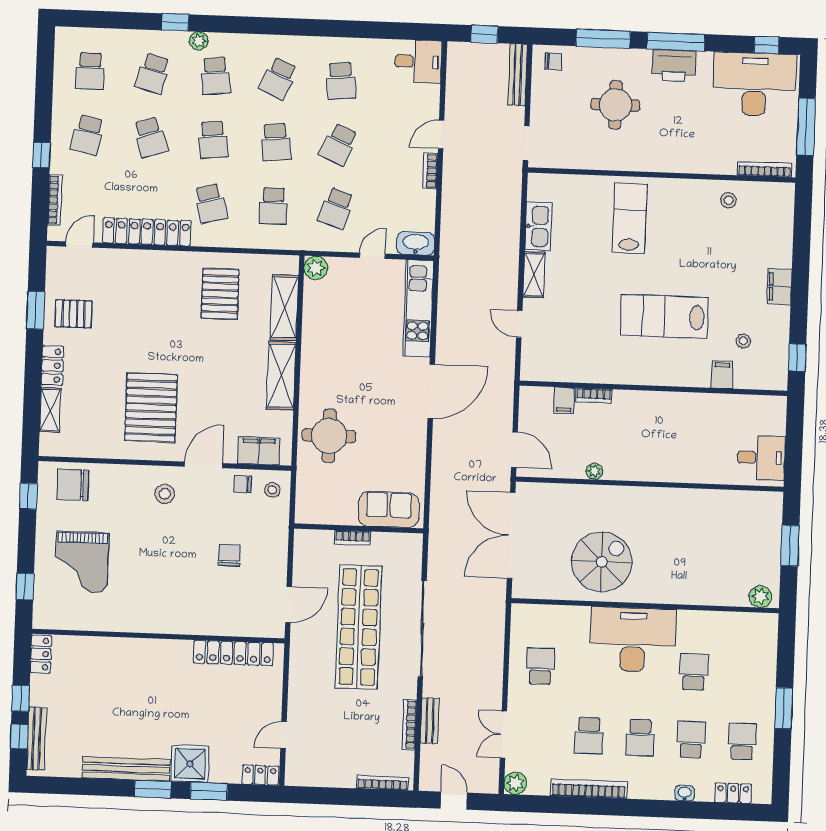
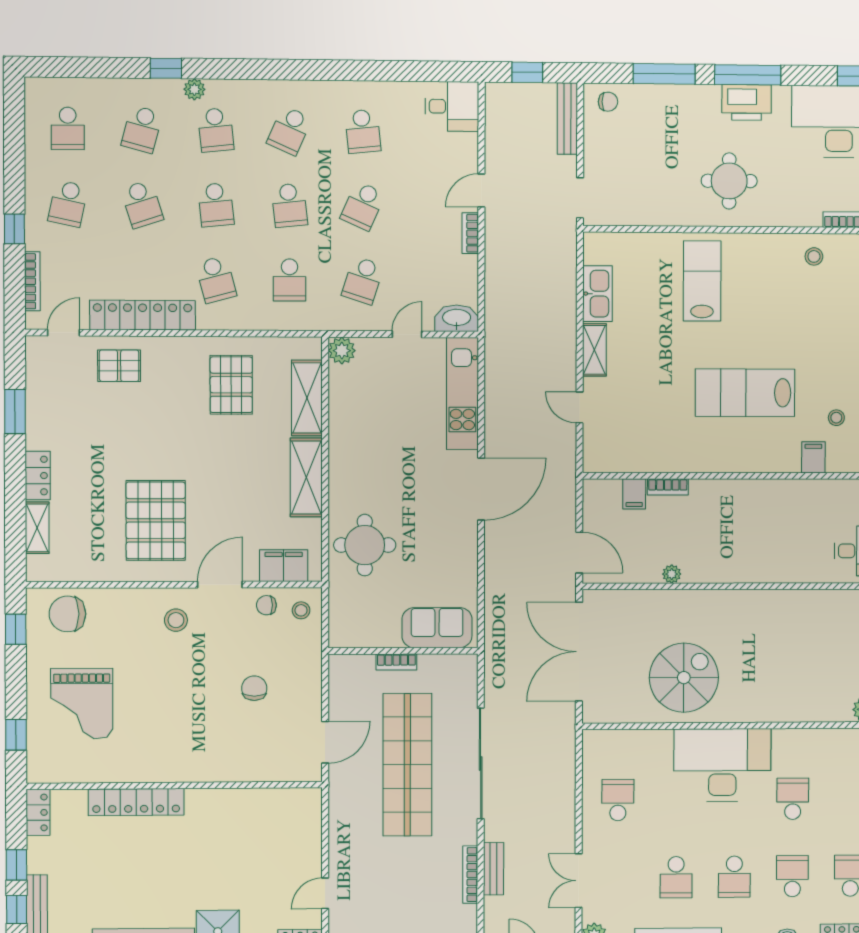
round table: (615, 105) -> (729, 181), moved
pallet: (73, 314) -> (119, 366), moved
locker: (233, 653) -> (136, 802), moved

